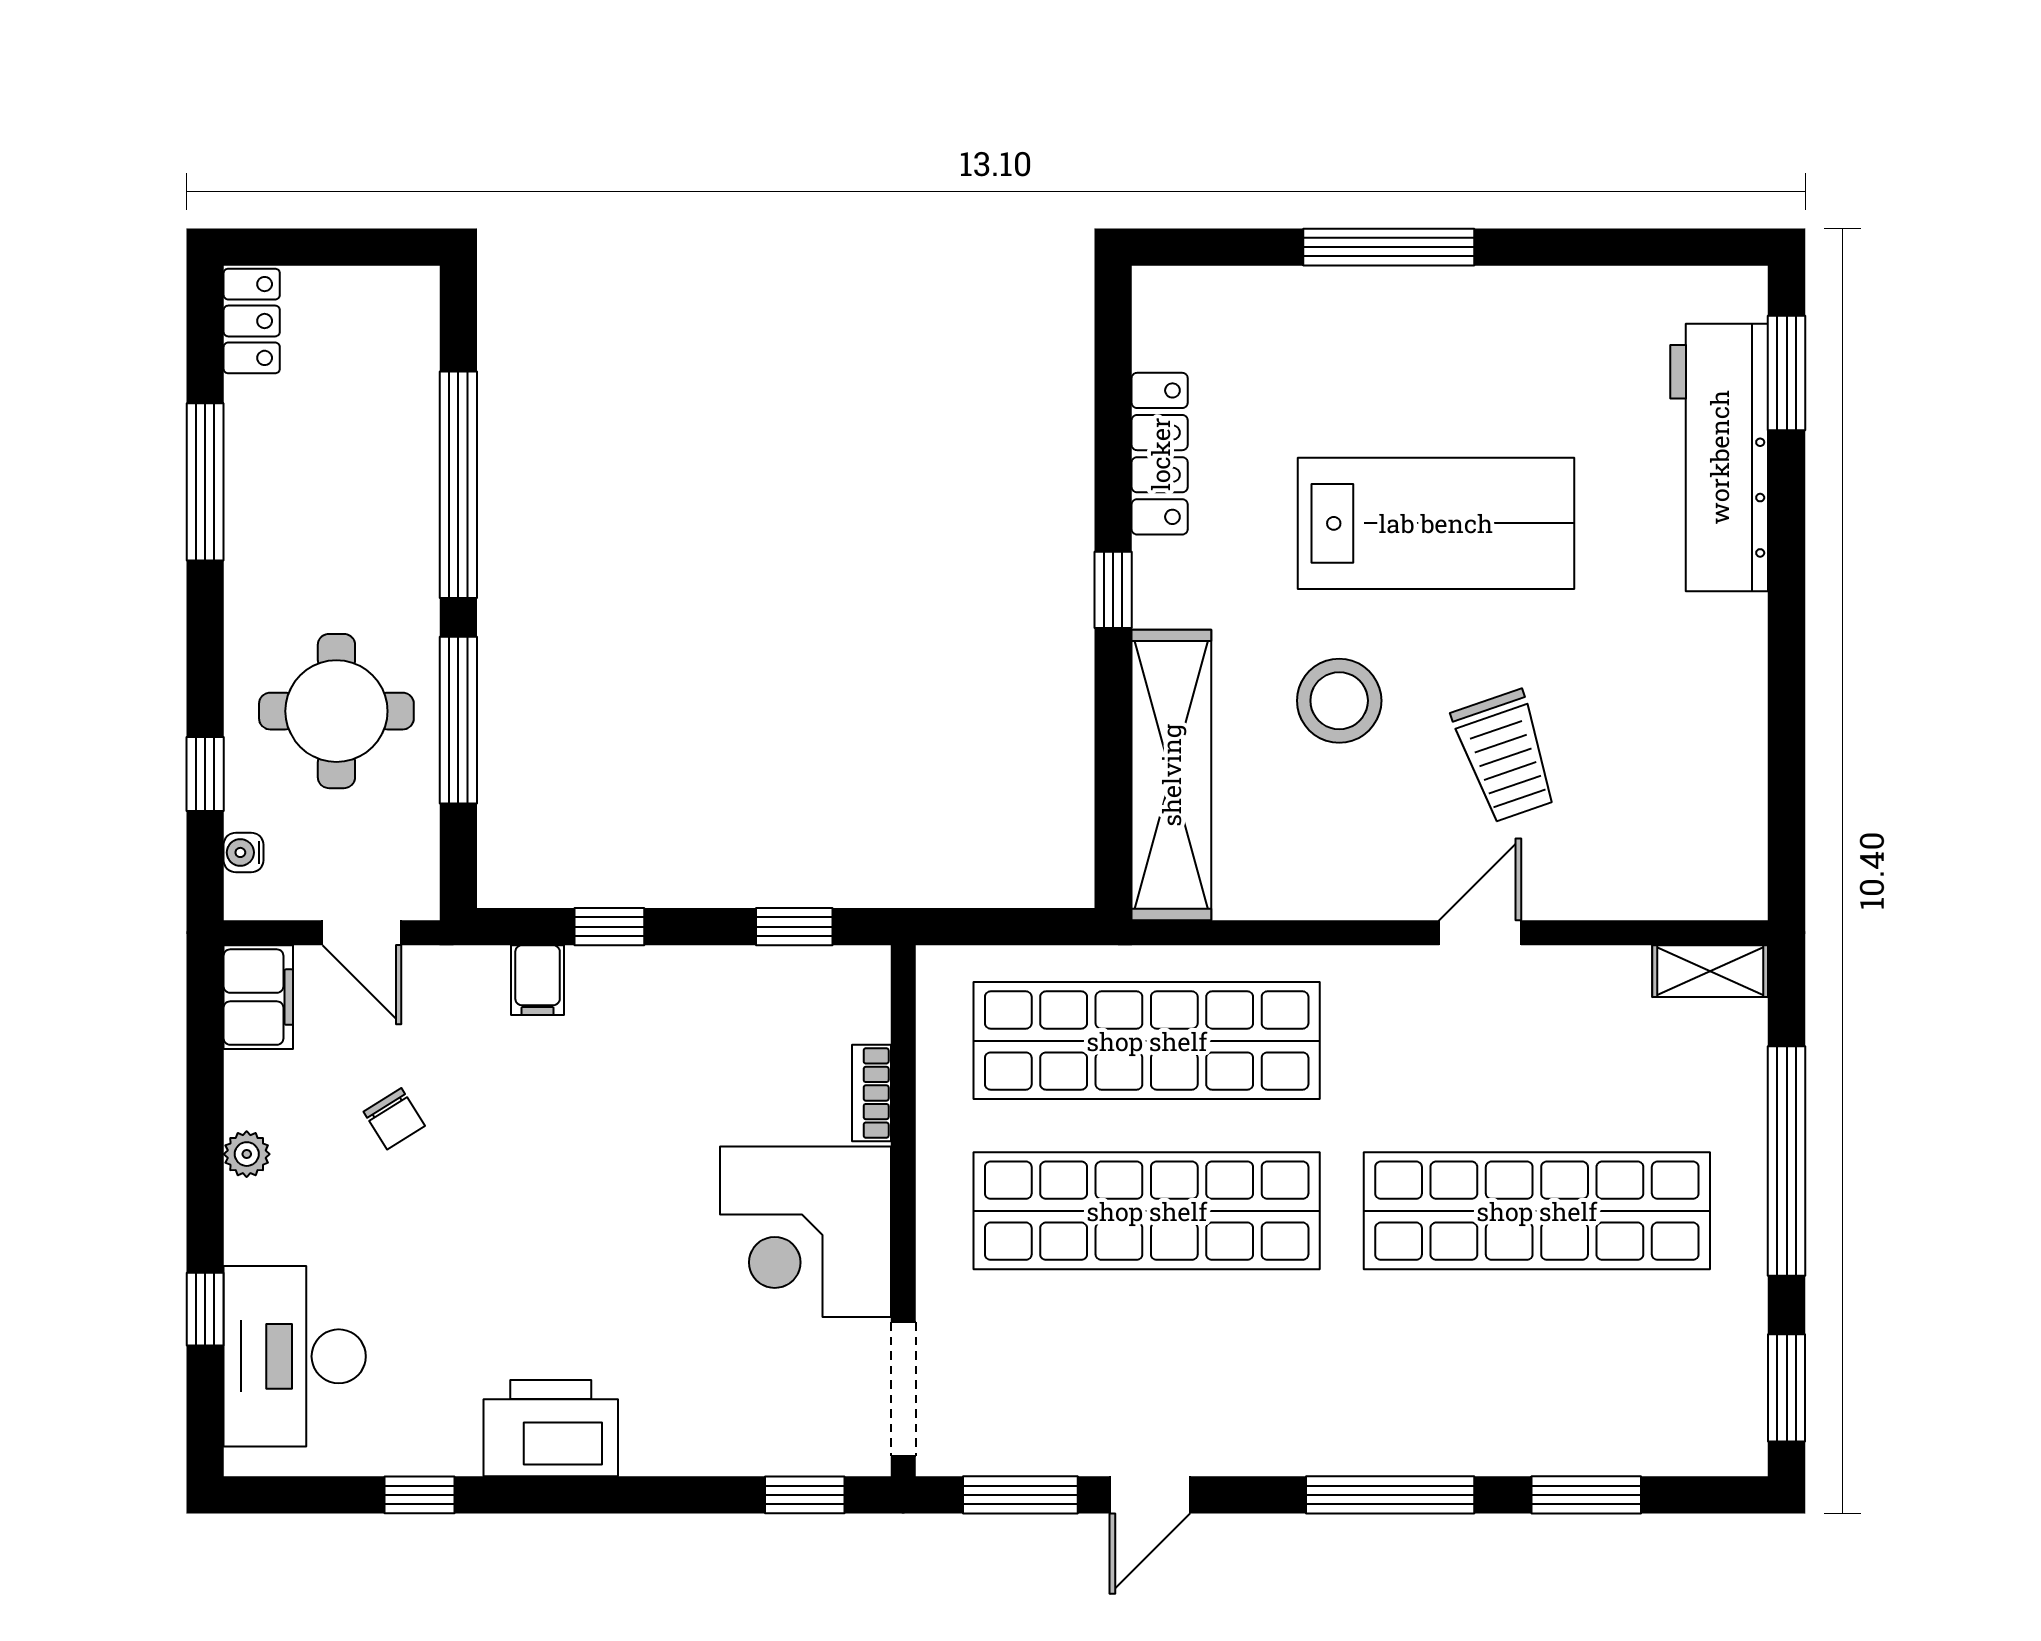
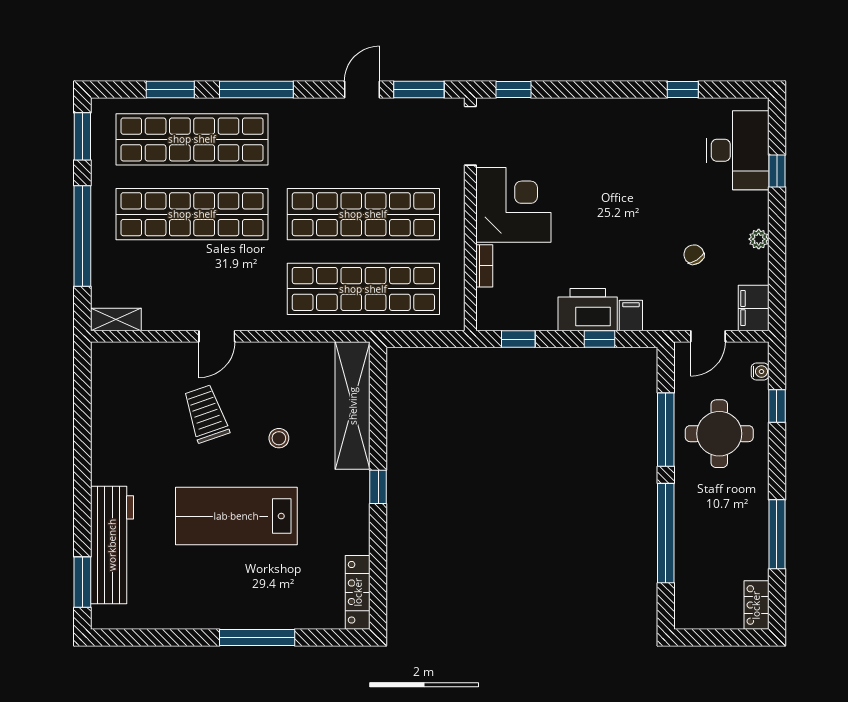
locker: (1160, 454) -> (358, 592), moved
stool: (1339, 701) -> (279, 438), width x0.53, depth x0.53
door: (362, 933) -> (708, 336), swing flipped
shop shelf: (1537, 1381) -> (192, 139), added
printer: (551, 1428) -> (588, 310), moved, turned 180

